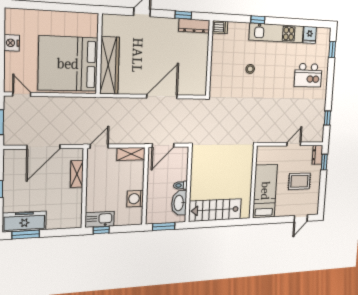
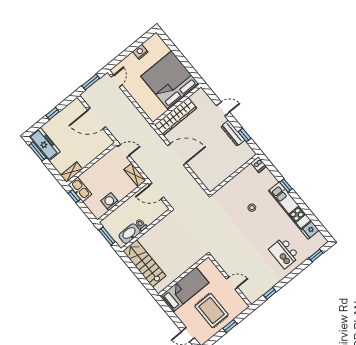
dresser: (194, 26) -> (233, 133), moved
bed: (68, 64) -> (170, 80), moved
door: (162, 97) -> (177, 154), moved
dresser: (317, 155) -> (240, 308), removed
window: (324, 162) -> (230, 326), moved
shelving: (77, 174) -> (72, 172), moved
rug: (299, 181) -> (212, 310), width x1.36, depth x1.43

